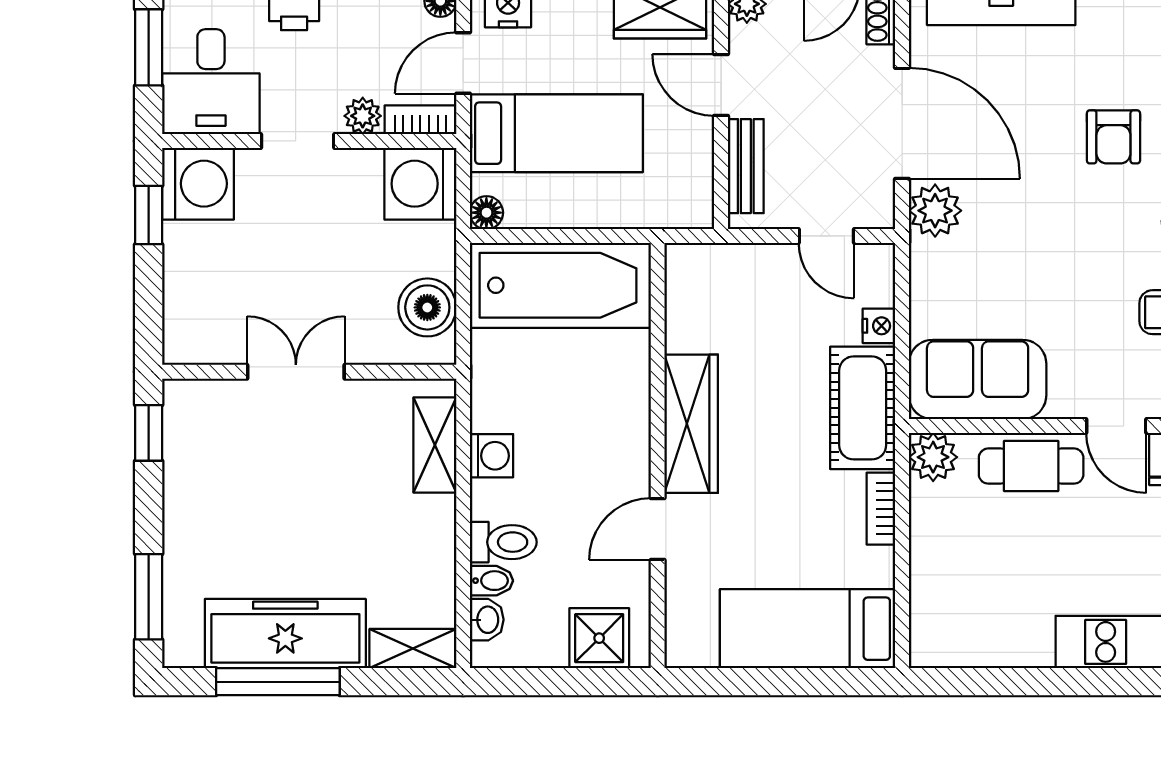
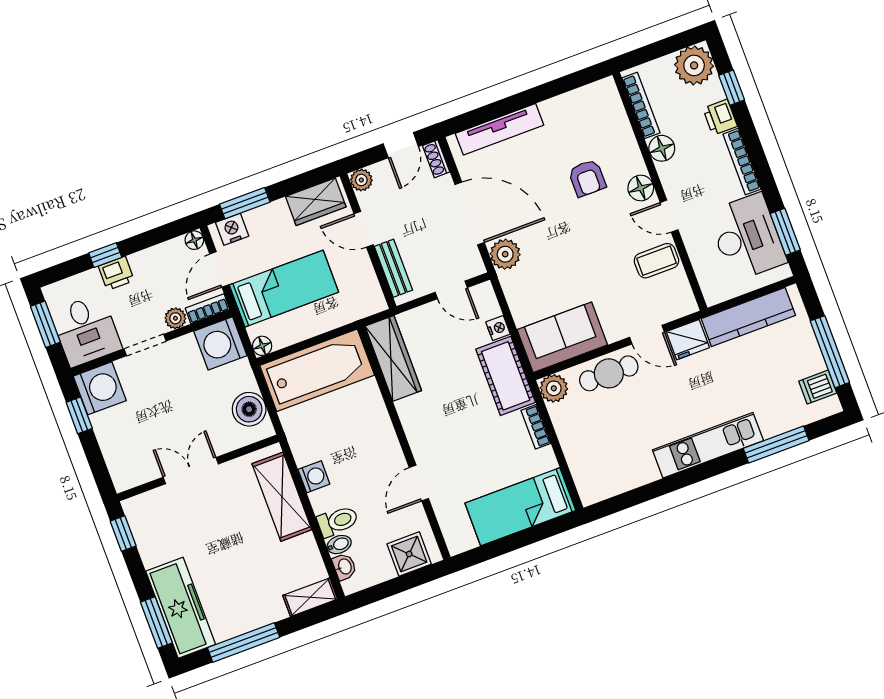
wardrobe: (691, 424) -> (393, 358), moved
shelving: (435, 445) -> (282, 497), width x1.50, depth x1.33
freezer: (285, 634) -> (181, 608), moved, turned 90

